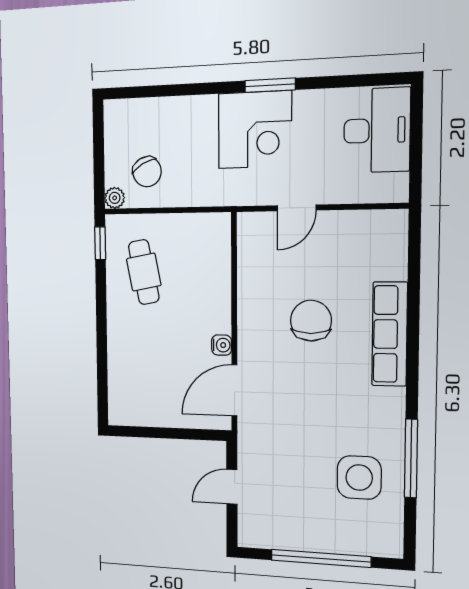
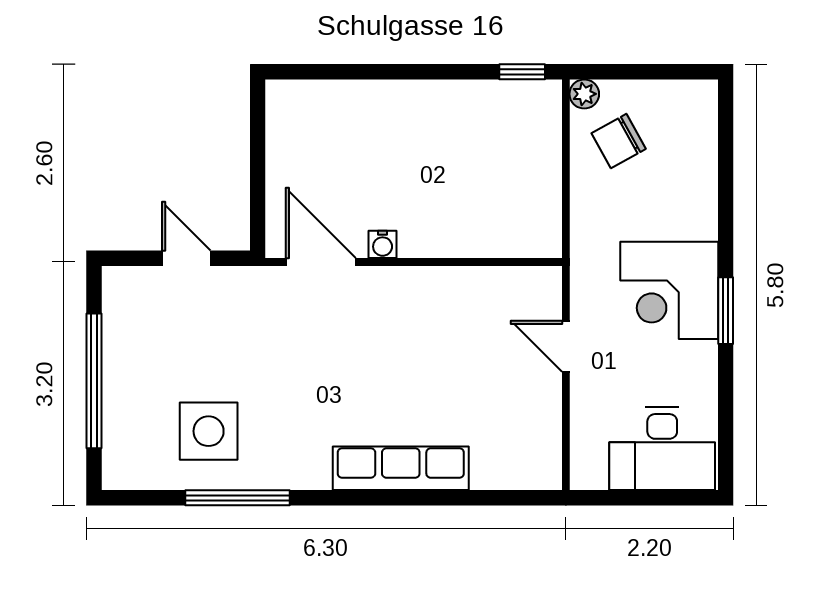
cafe table: (144, 272) -> (482, 135), removed
chair: (311, 321) -> (417, 366), removed

